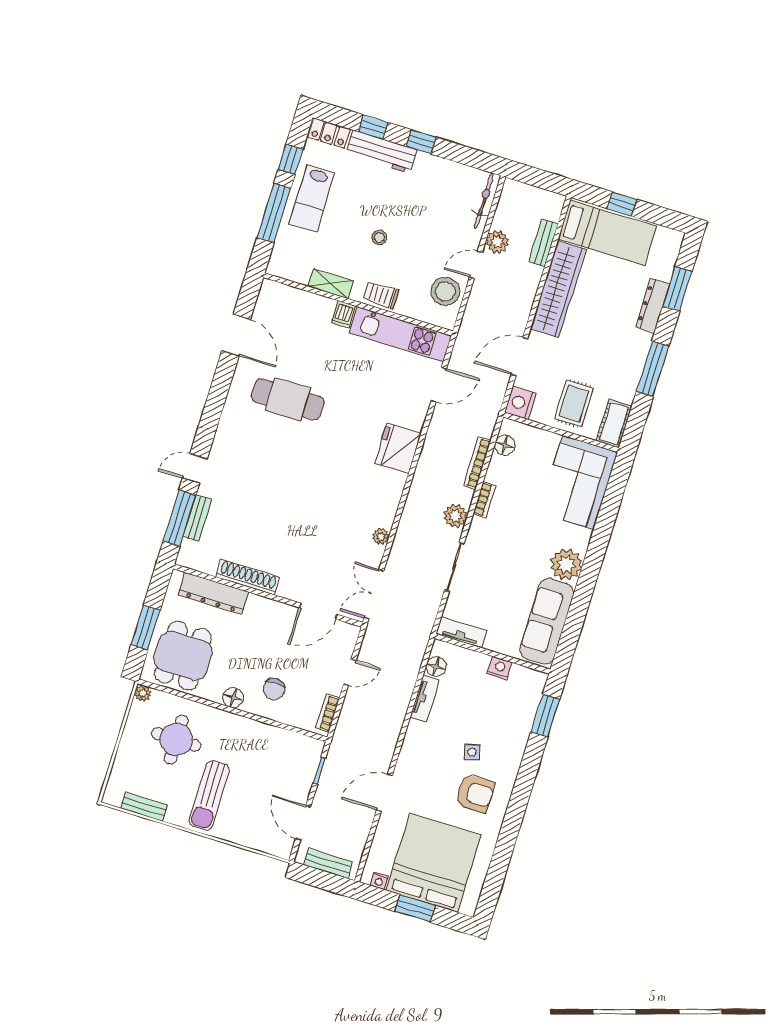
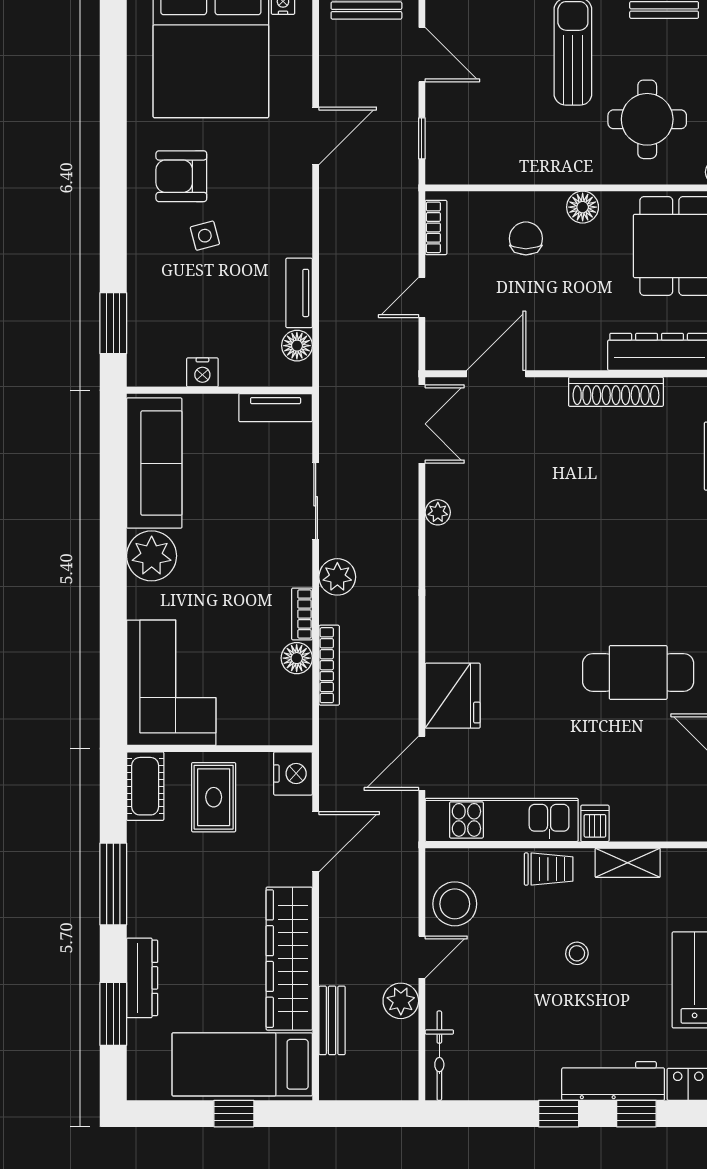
floor lamp: (505, 445) -> (297, 658), moved
fridge: (398, 448) -> (453, 696), moved

